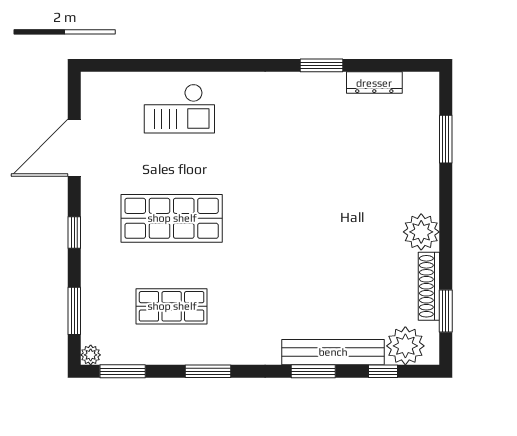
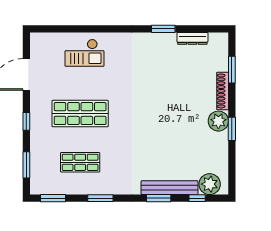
shoe rack: (429, 286) -> (223, 91), moved
window: (446, 311) -> (232, 129), moved
plant: (91, 355) -> (35, 189), removed

